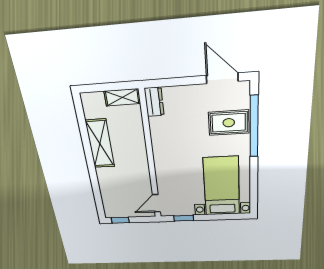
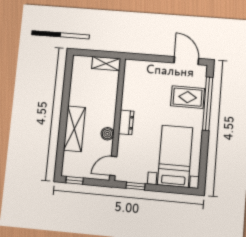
dresser: (154, 102) -> (126, 122), moved
shelving: (100, 144) -> (74, 129), moved
boiler: (143, 174) -> (107, 134), added

